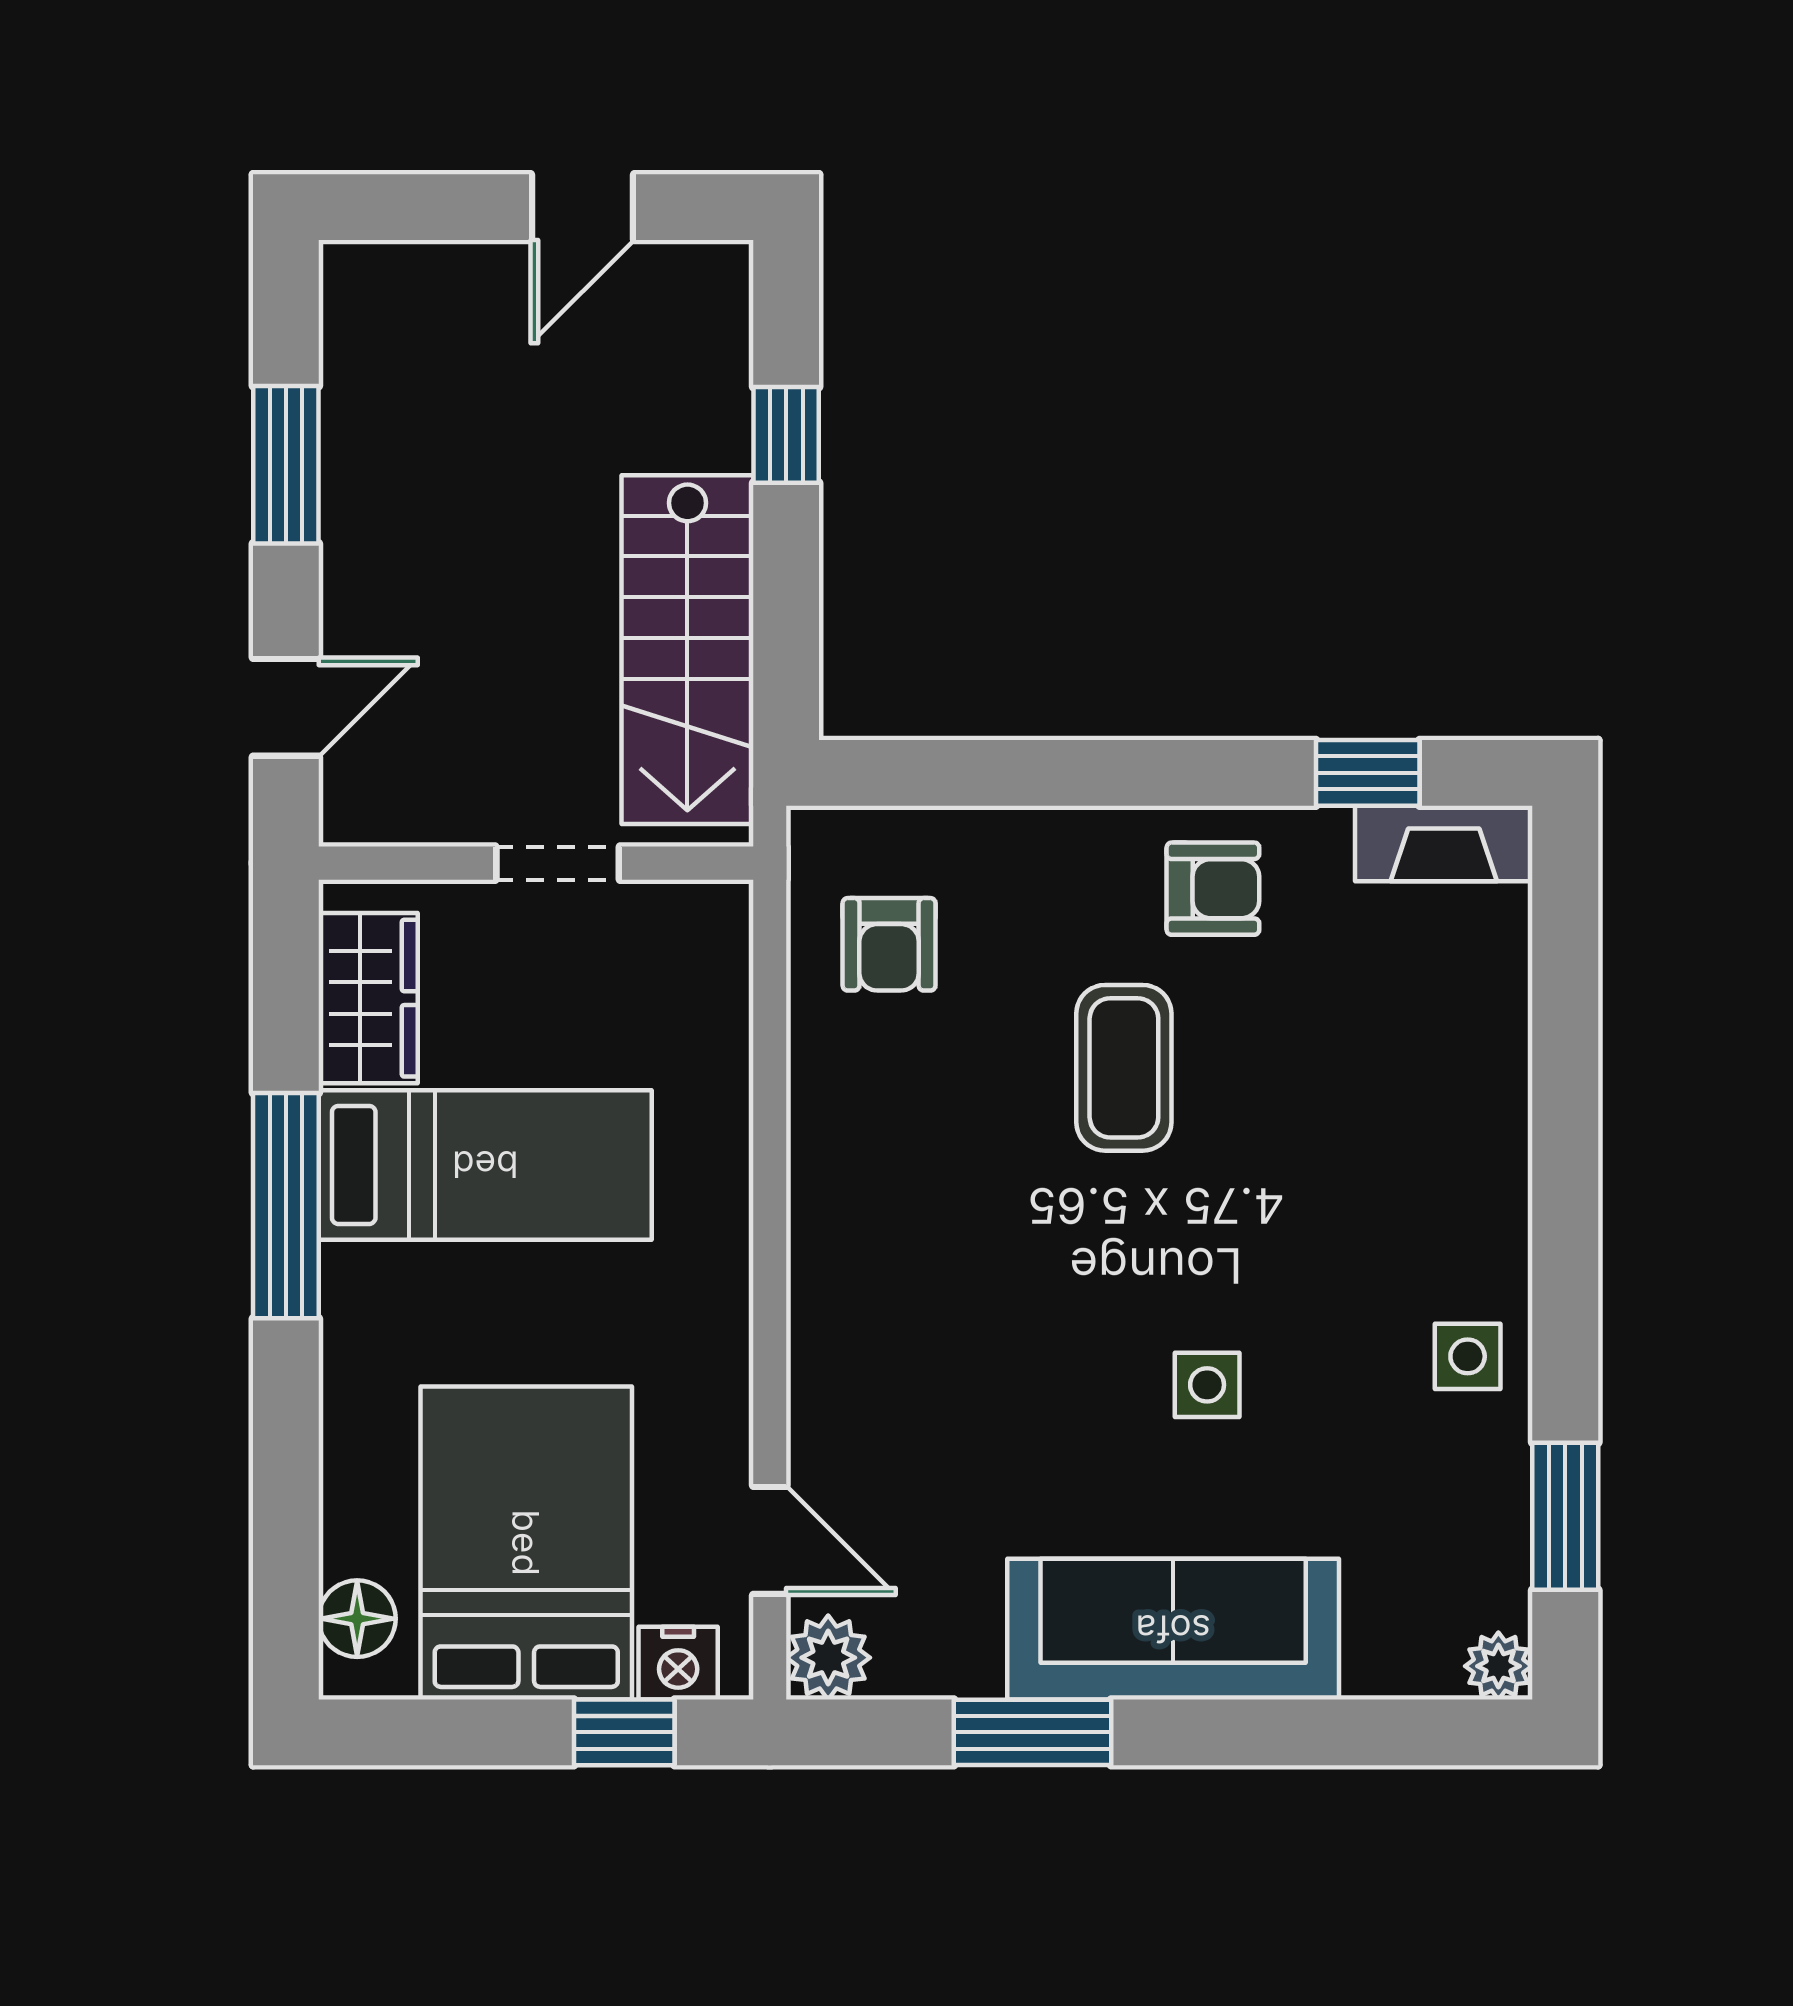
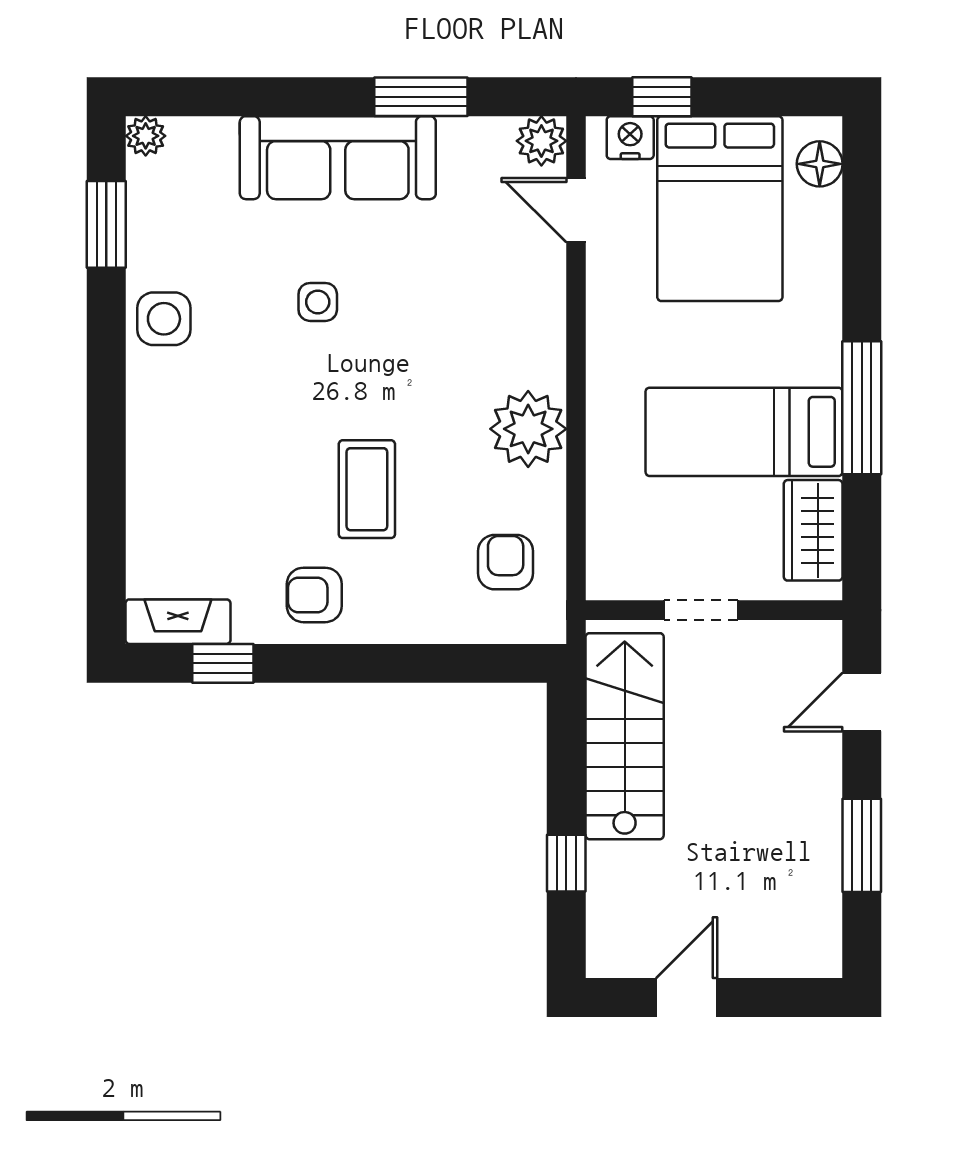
plant: (851, 1170) -> (528, 429), added
side table: (1468, 1356) -> (164, 319), width x1.37, depth x1.37

